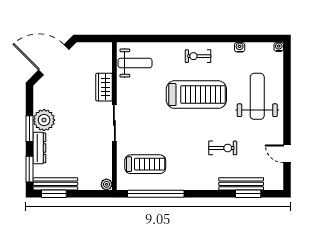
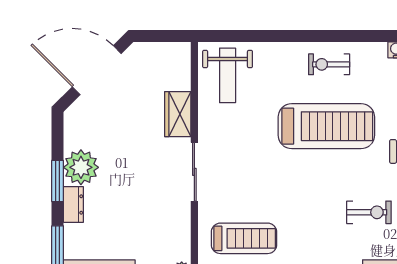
weight bench: (135, 63) -> (228, 75), turned 90
dresser: (39, 148) -> (73, 204), width x0.70

